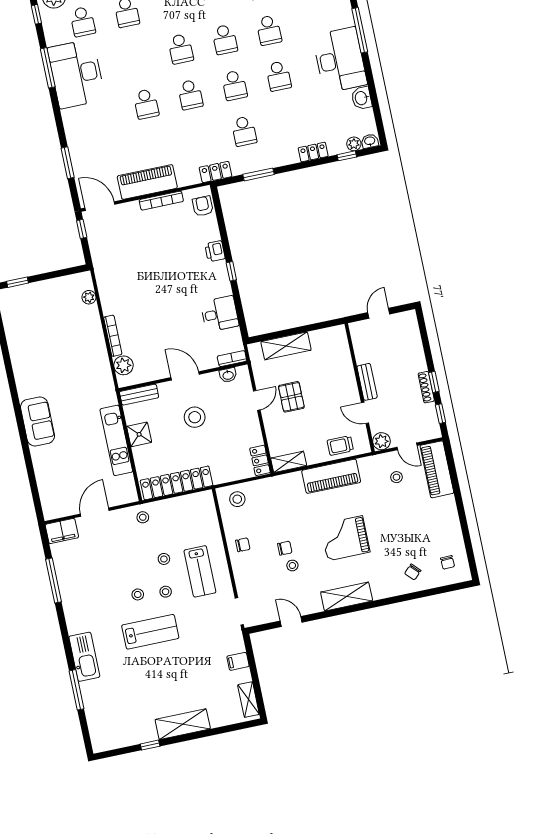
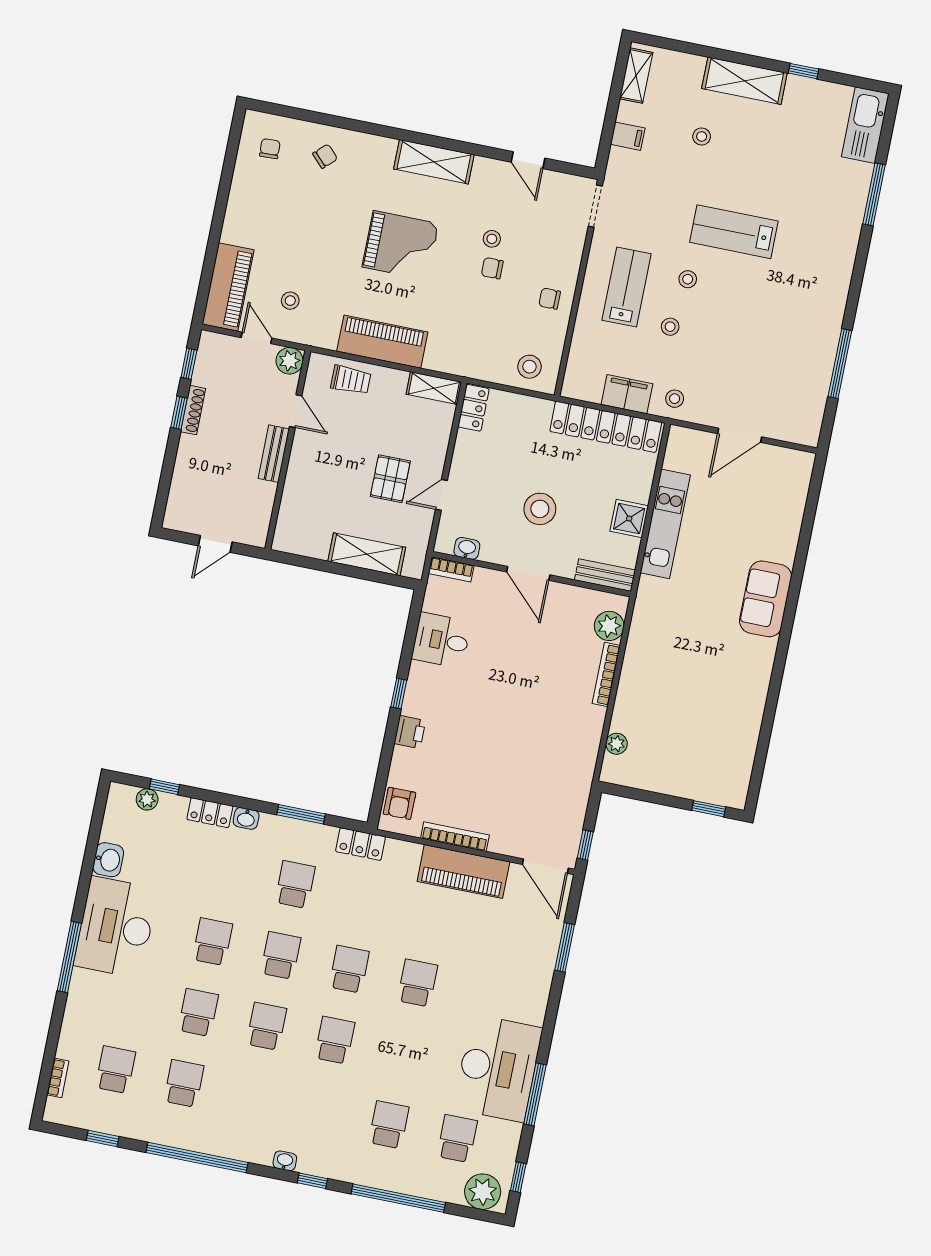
washbasin: (370, 141) -> (246, 818), moved
filing cabinet: (62, 531) -> (627, 394), moved
stool: (138, 594) -> (702, 136), moved
kitchen sink: (84, 657) -> (865, 125), moved

